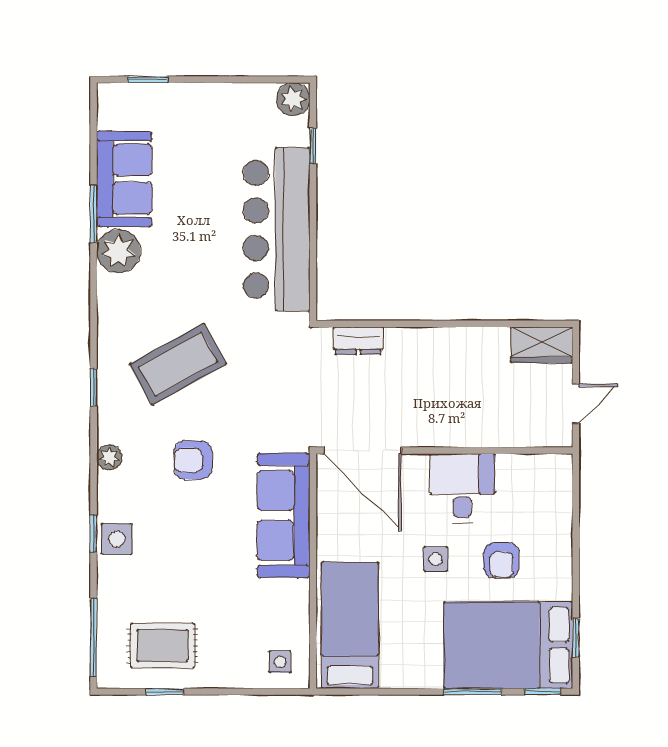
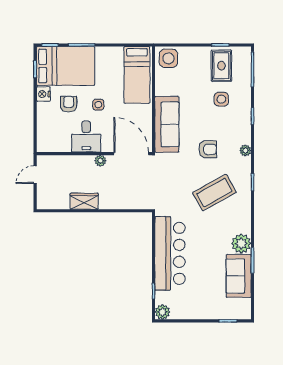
dresser: (358, 341) -> (133, 203), removed
wardrobe: (542, 345) -> (84, 201), moved
plant: (431, 435) -> (100, 161), added
side table: (117, 539) -> (221, 99), moved
nightstand: (558, 583) -> (43, 94), added
rug: (163, 646) -> (221, 66), turned 90
side table: (280, 662) -> (168, 58), width x1.87, depth x1.87

